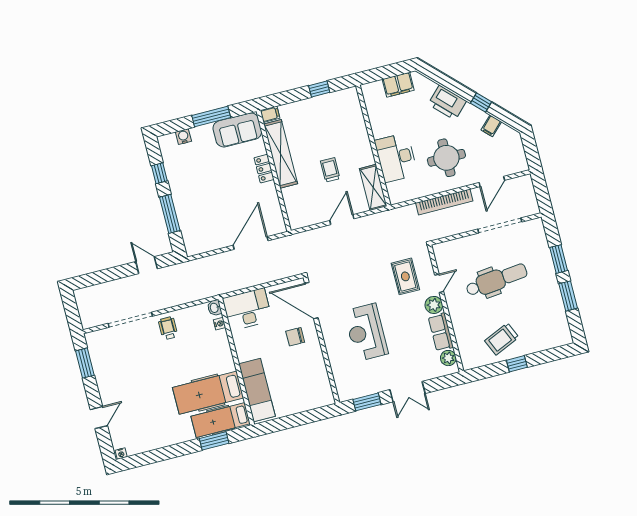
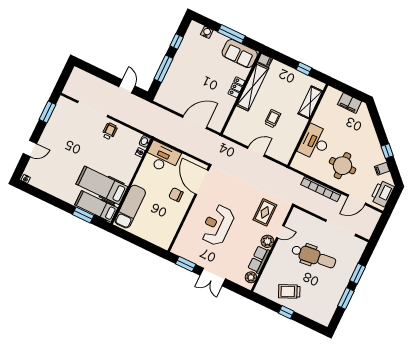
printer: (447, 103) -> (382, 194), moved, turned 45
shelving: (373, 187) -> (310, 102), moved

